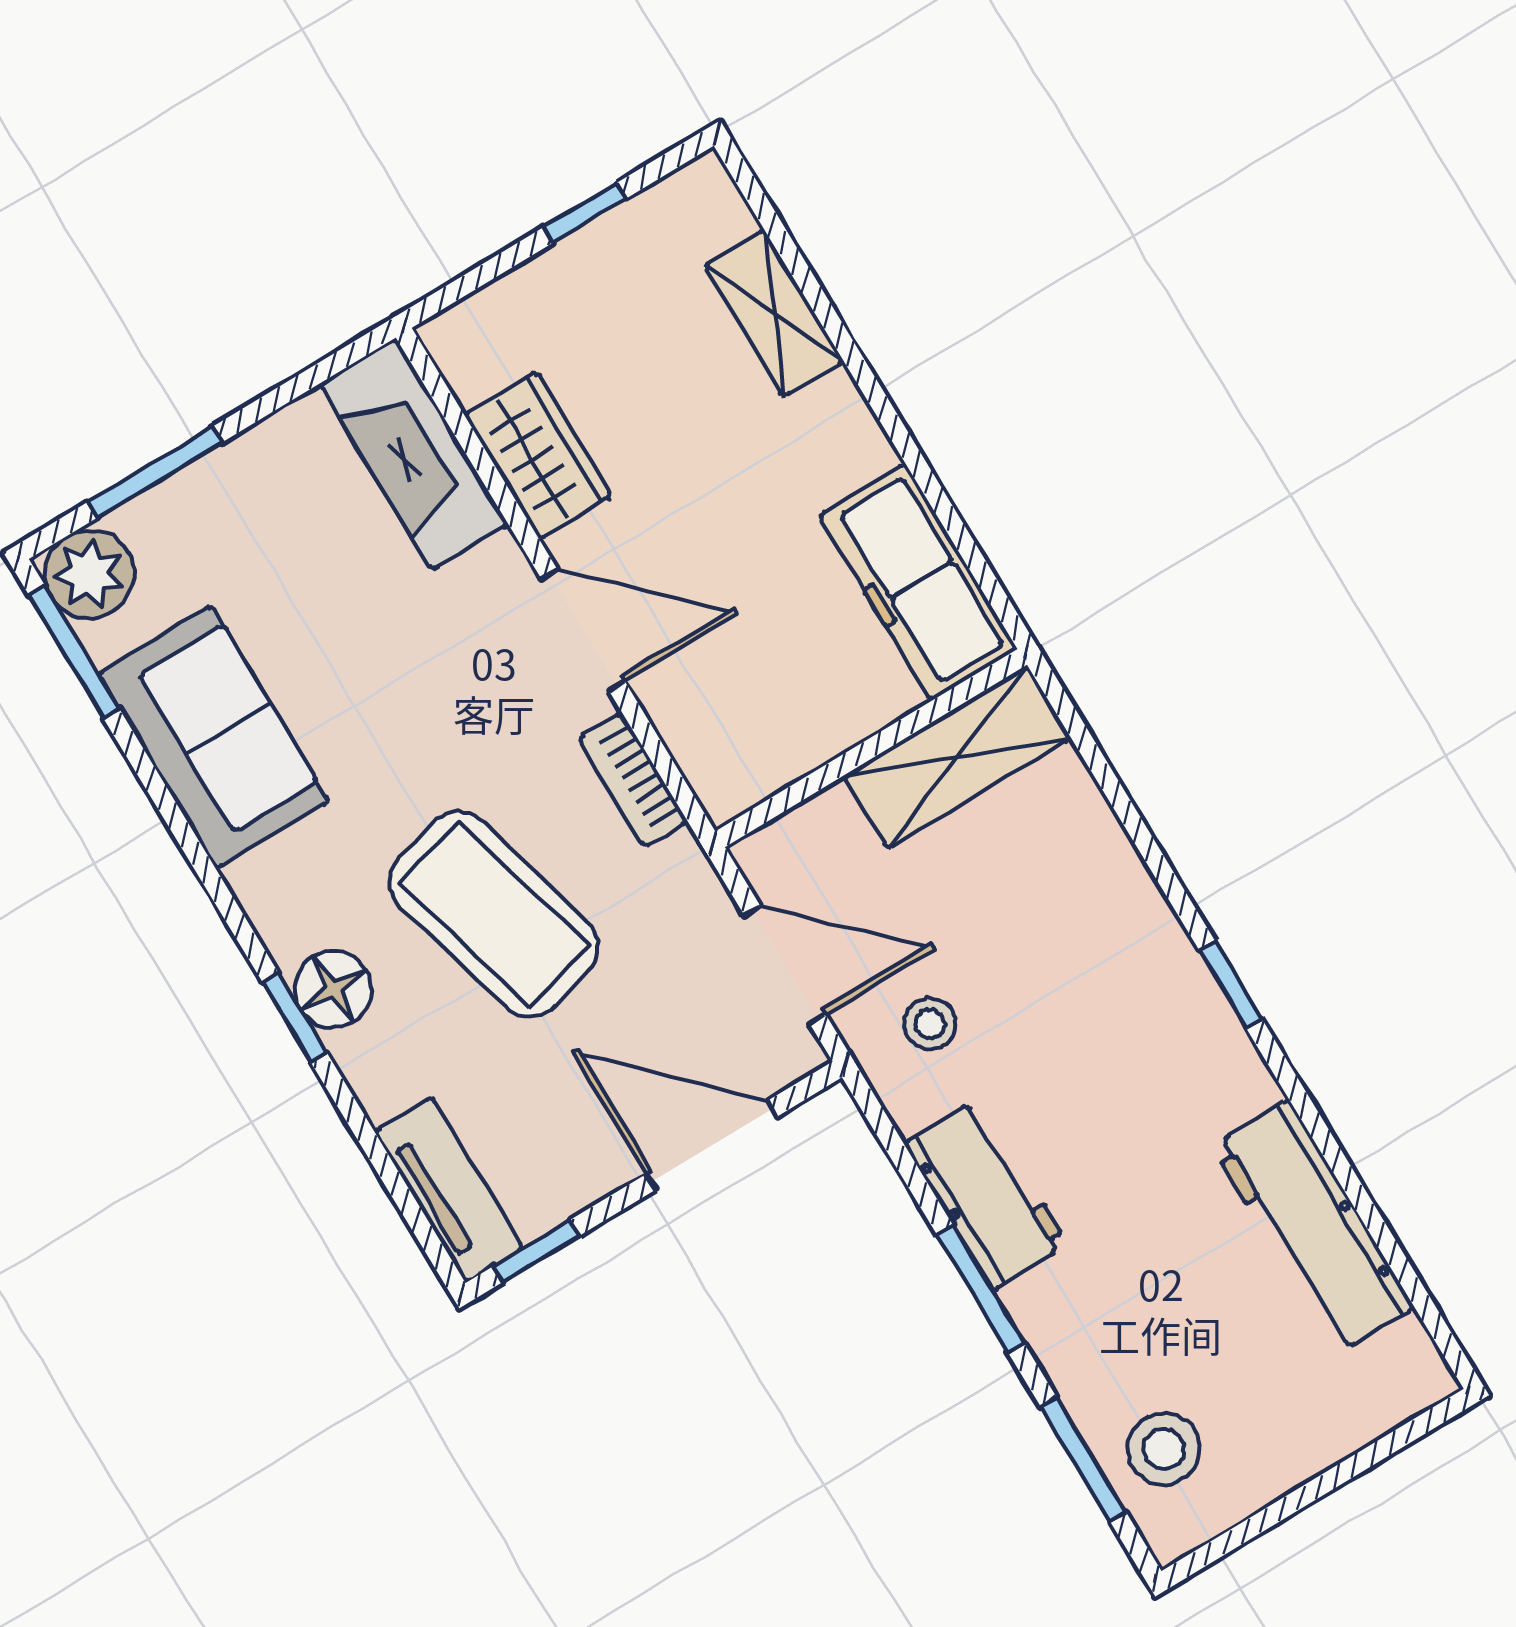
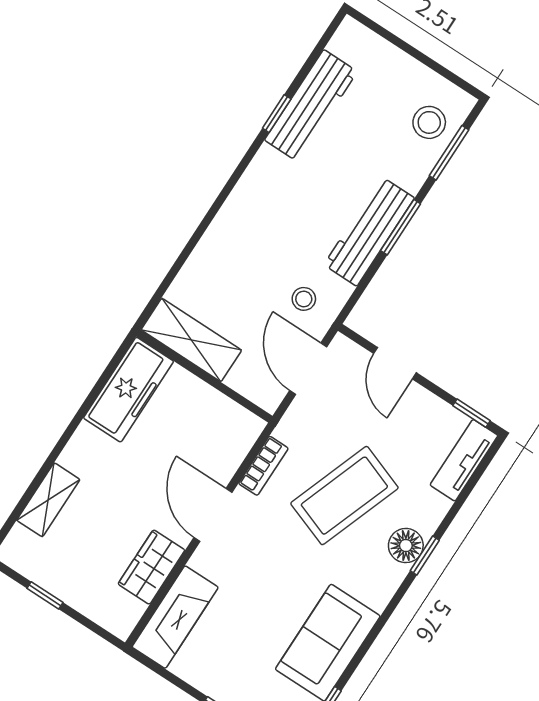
coffee table: (494, 914) -> (344, 496), turned 35
window: (1231, 985) -> (277, 114), moved
door: (712, 1145) -> (395, 363), width x0.73
workbench: (986, 1194) -> (369, 231), width x1.38

